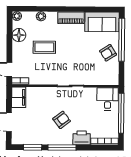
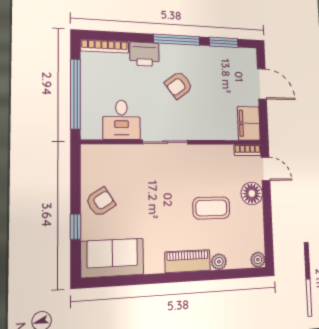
piano: (71, 18) -> (188, 261), moved
floor lamp: (19, 35) -> (252, 193), moved
window: (122, 40) -> (76, 227), width x0.32
desk: (108, 99) -> (122, 120), moved

